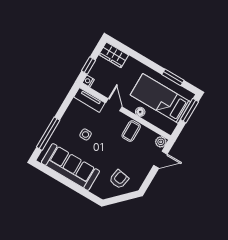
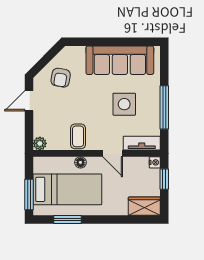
window: (48, 134) -> (164, 107), moved
side table: (86, 134) -> (124, 104), width x1.87, depth x1.87
door: (160, 160) -> (29, 101), moved

